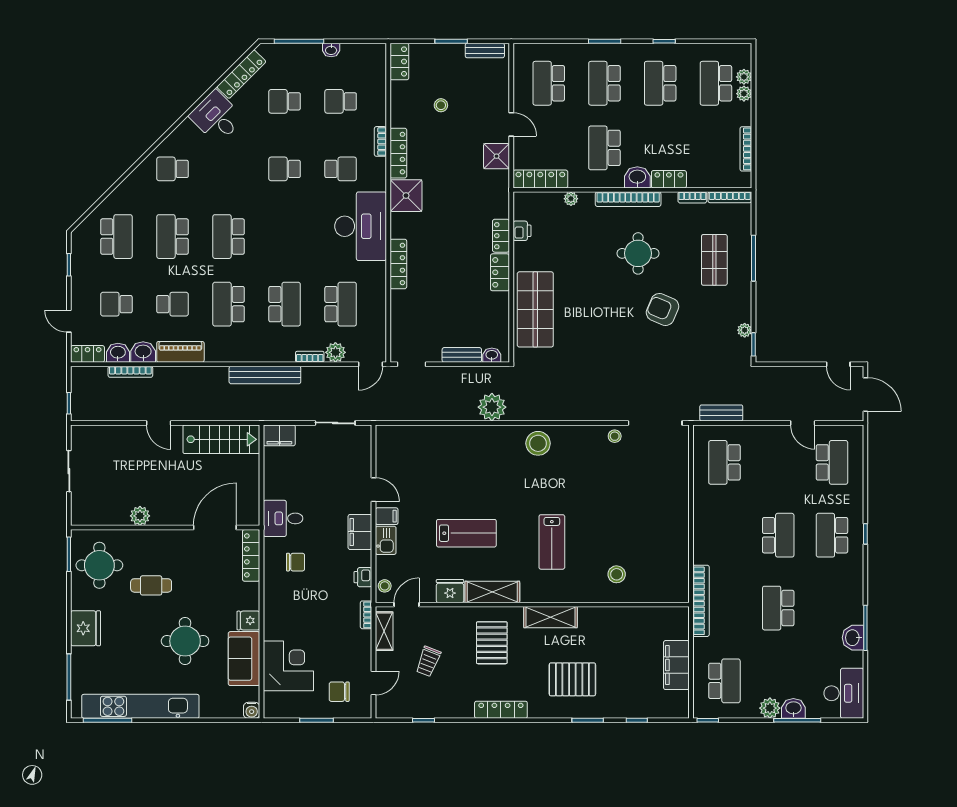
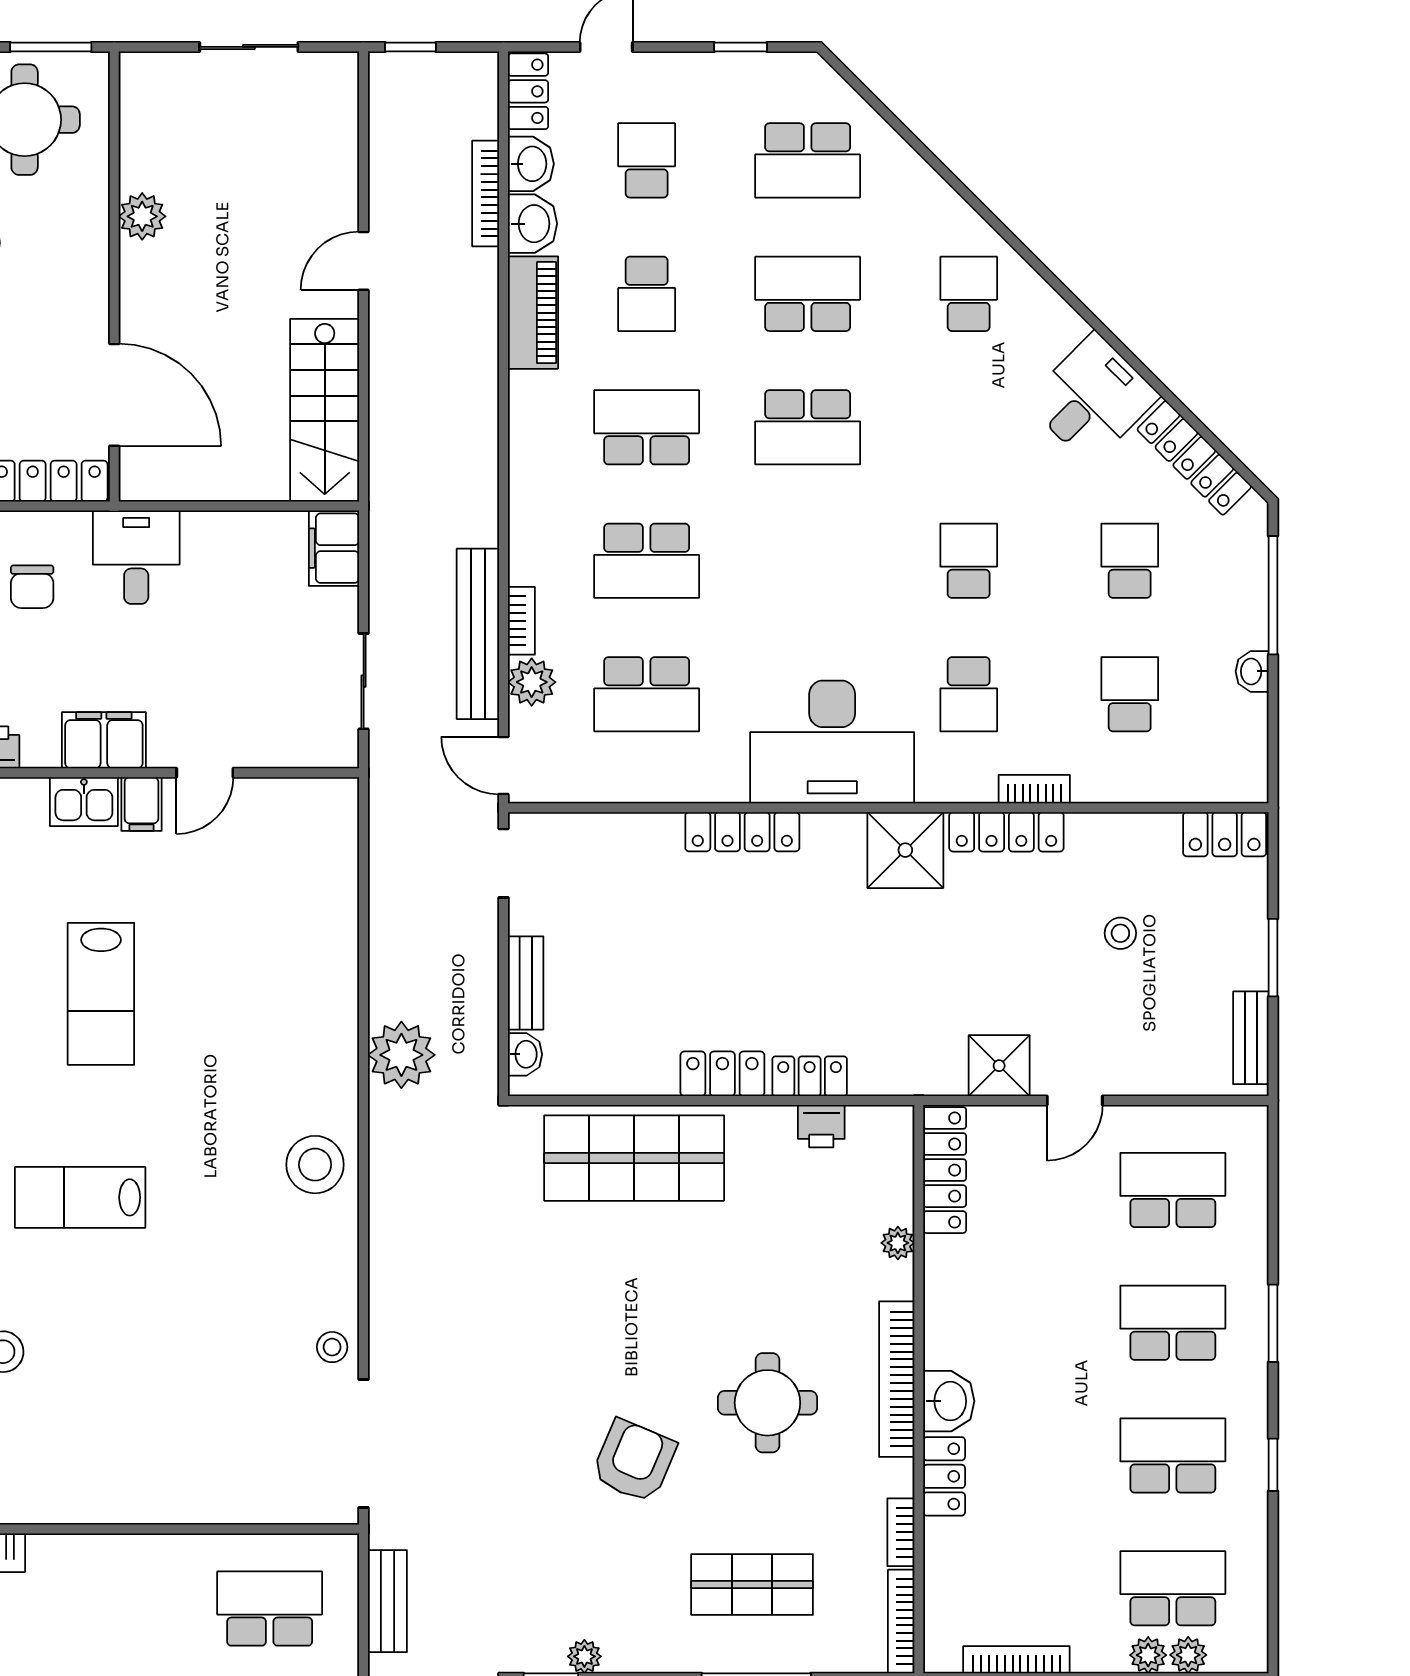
school desk: (604, 148) -> (1019, 1323), removed
school desk: (229, 237) -> (808, 427), turned 180
bench: (265, 375) -> (478, 634), moved

